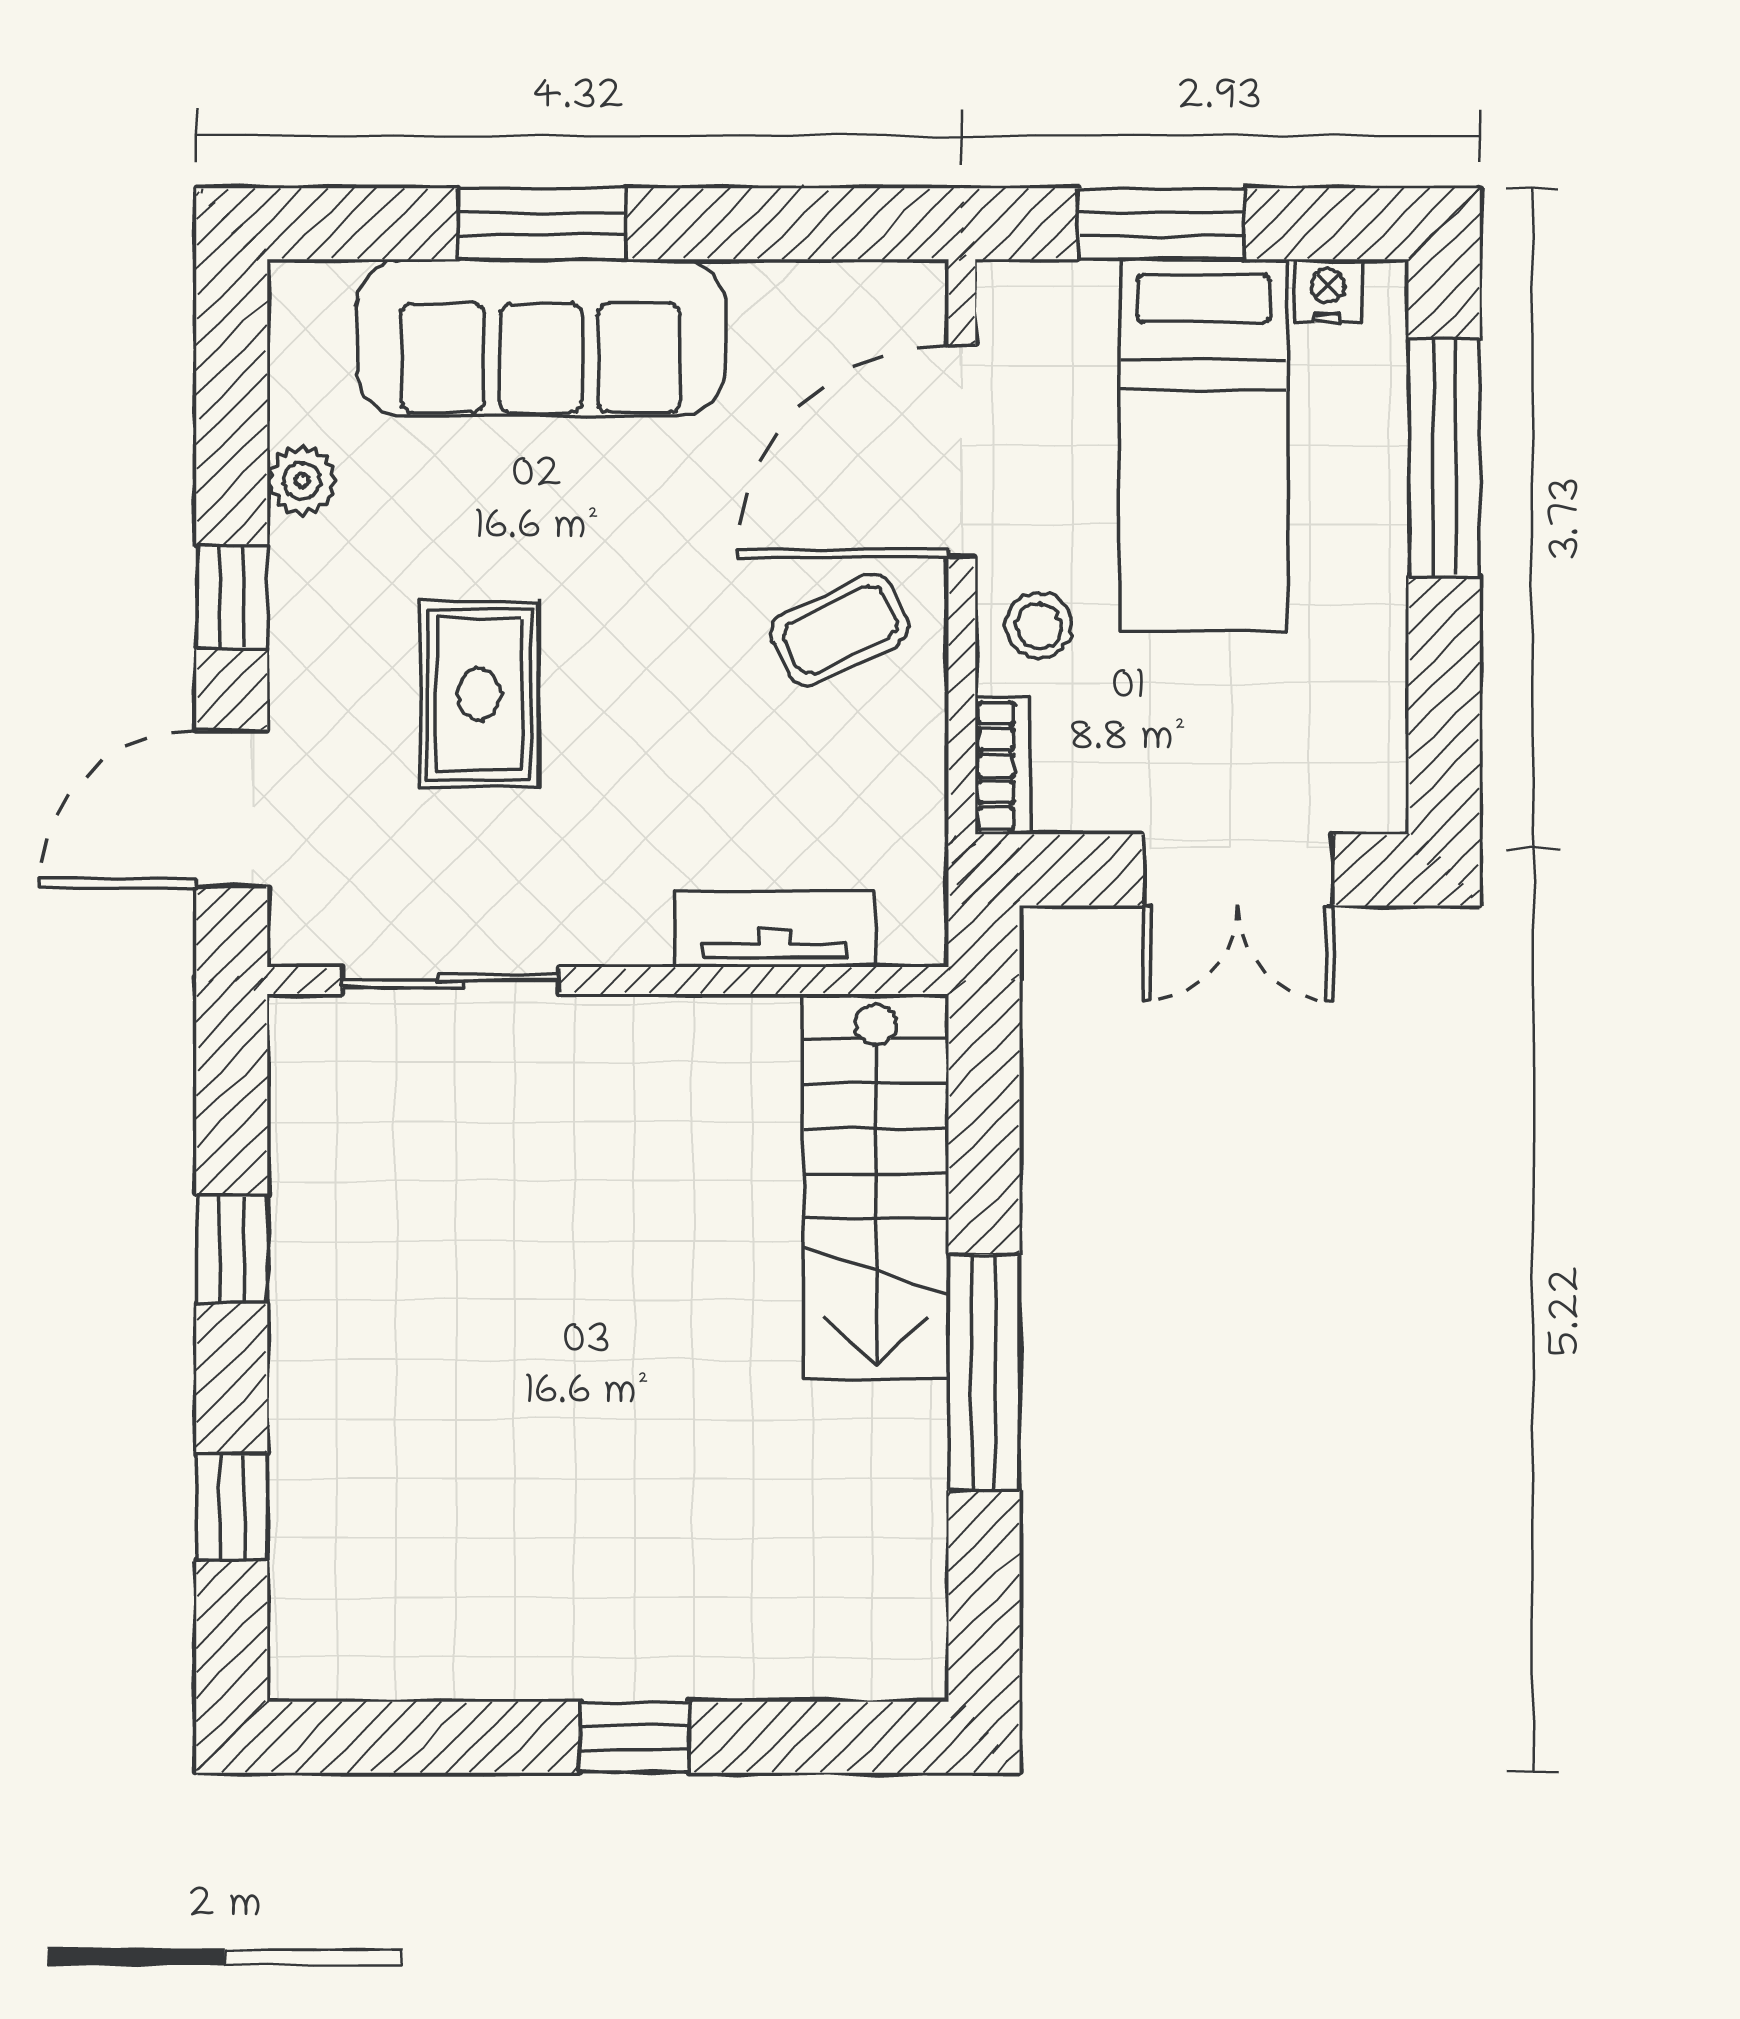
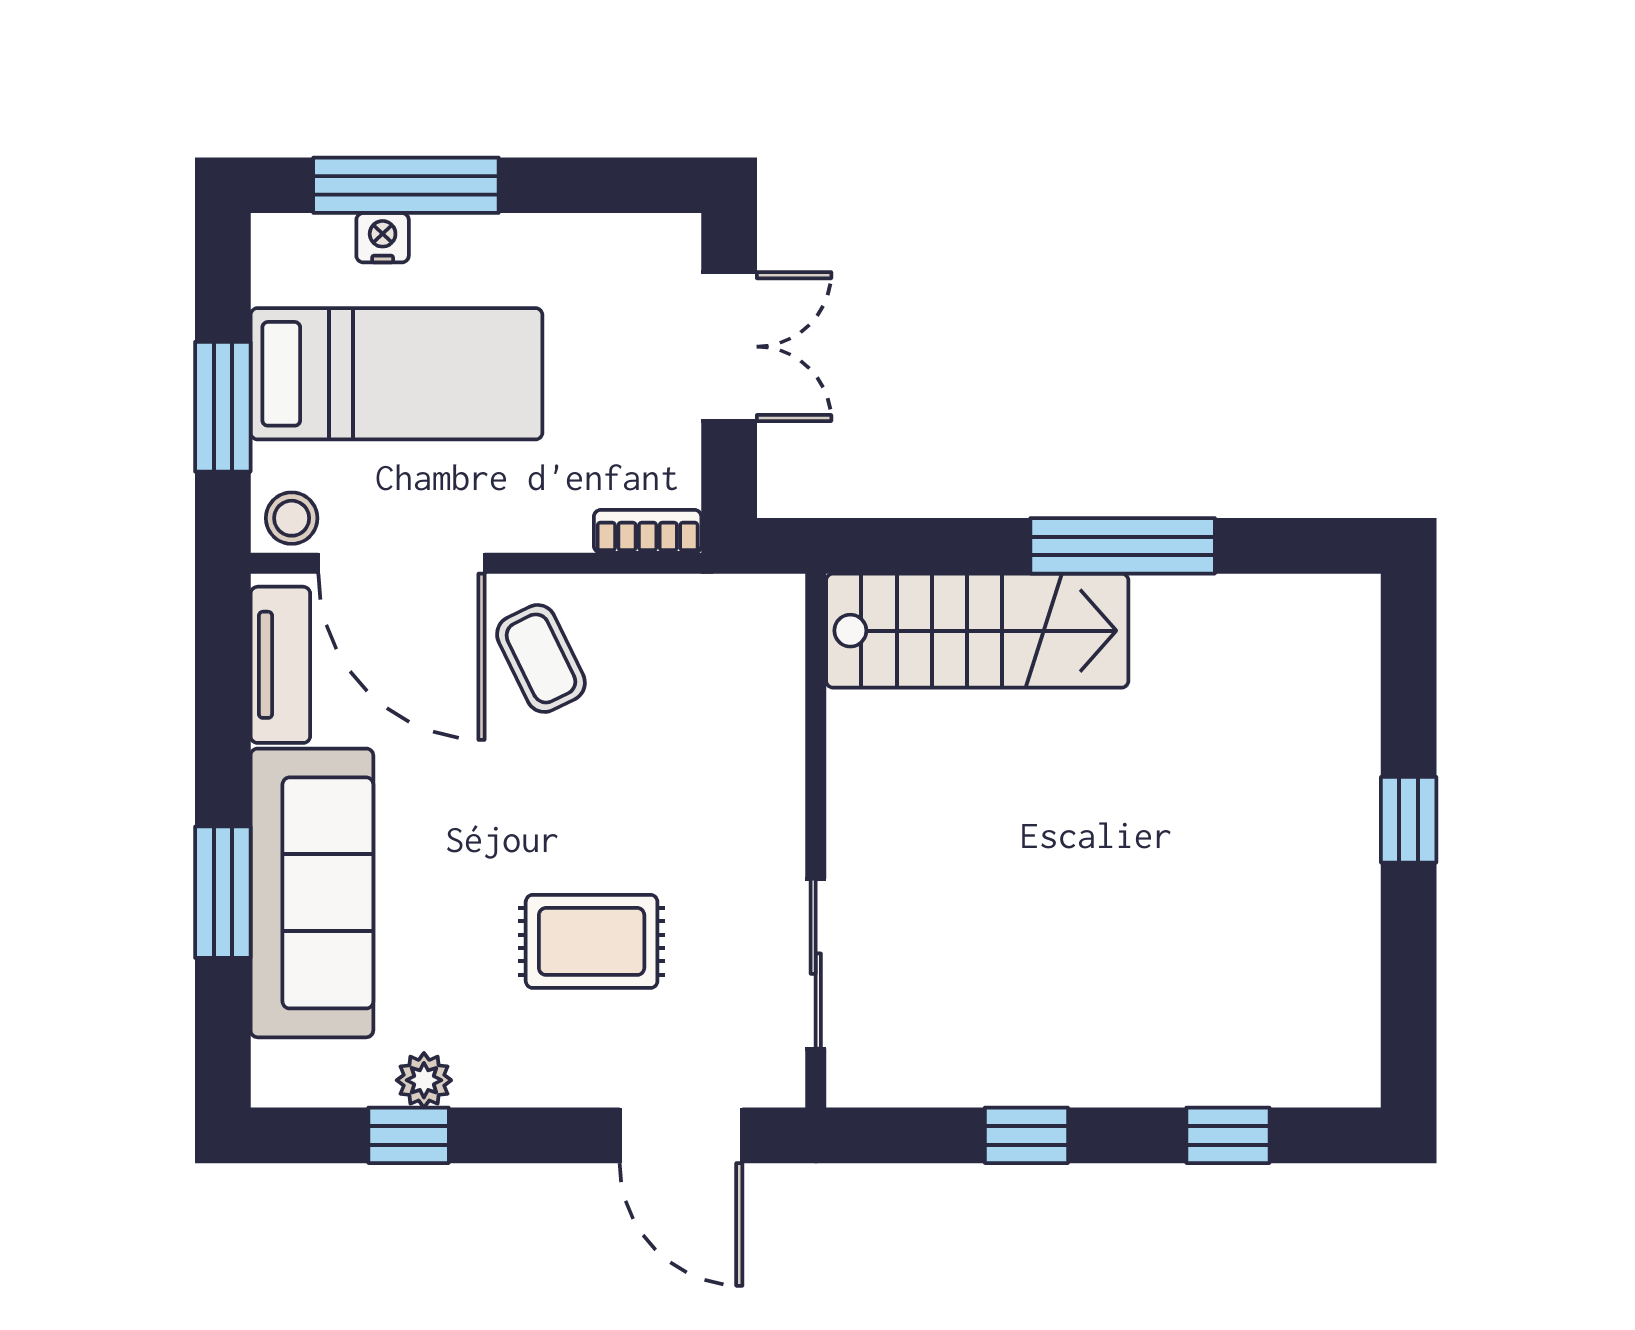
nightstand: (1328, 291) -> (383, 238), moved, turned 90
window: (232, 597) -> (409, 1135), moved
stool: (1039, 626) -> (292, 518), moved
tv unit: (775, 929) -> (280, 665), moved, turned 180

